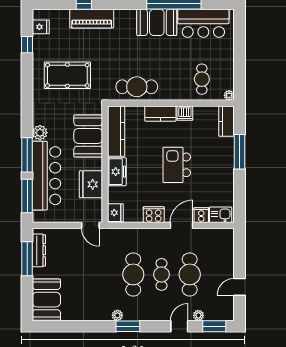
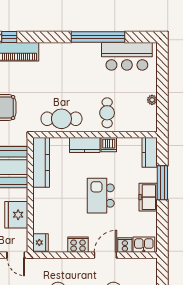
booth: (157, 22) -> (81, 55), removed
cafe table: (202, 79) -> (107, 113), moved
plant: (229, 95) -> (152, 100), moved
freezer: (117, 172) -> (148, 197), moved, turned 180

